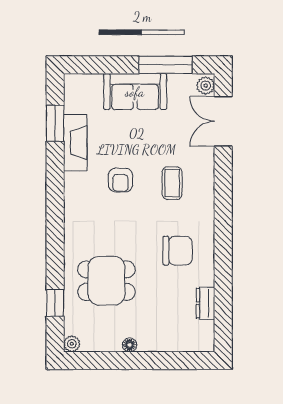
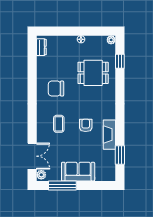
fireplace: (75, 143) -> (109, 135), moved
dresser: (205, 303) -> (41, 47), moved

